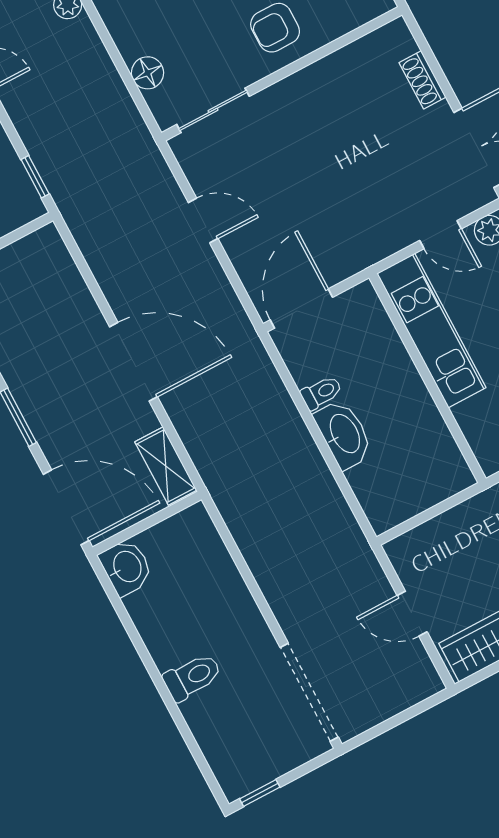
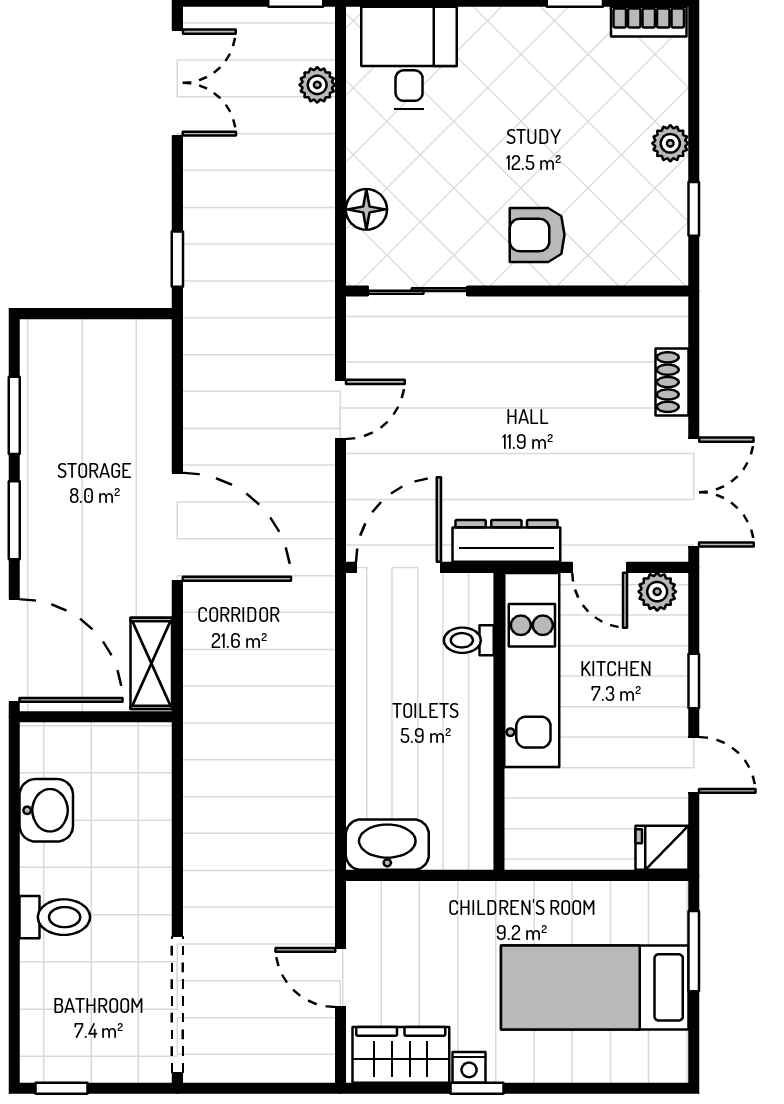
door: (203, 221) -> (340, 409), hinge flipped
dresser: (366, 251) -> (506, 541), added
toilet: (321, 393) -> (469, 640), moved, turned 180
washbasin: (344, 434) -> (387, 845), moved, turned -90
washbasin: (126, 567) -> (46, 810), moved

